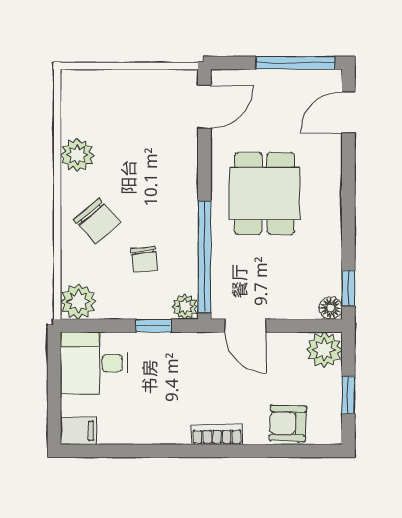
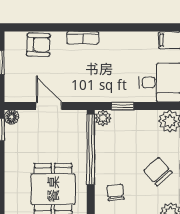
chair: (144, 260) -> (115, 193), moved
door: (246, 326) -> (49, 106), moved
plant: (324, 350) -> (16, 91), removed

